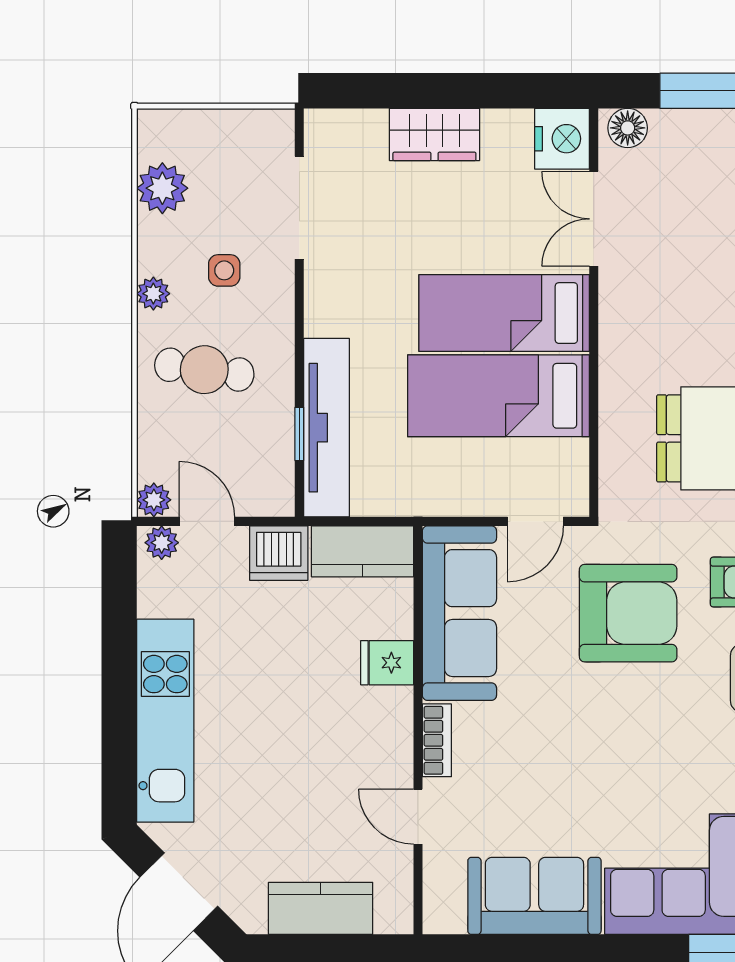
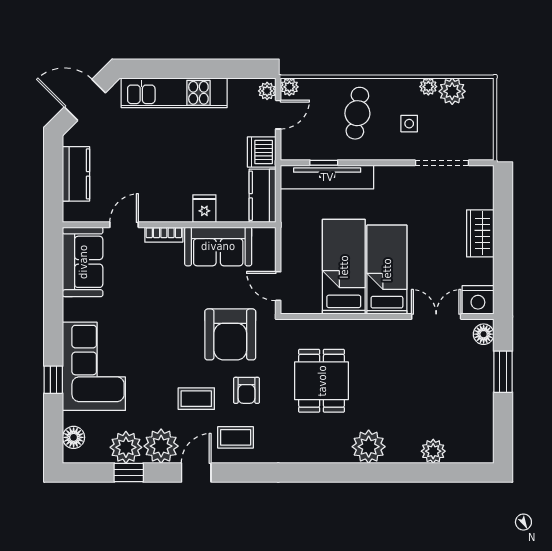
plant: (153, 294) -> (428, 87), moved
sofa: (459, 613) -> (218, 246), width x0.73
sofa: (534, 896) -> (83, 262), moved

